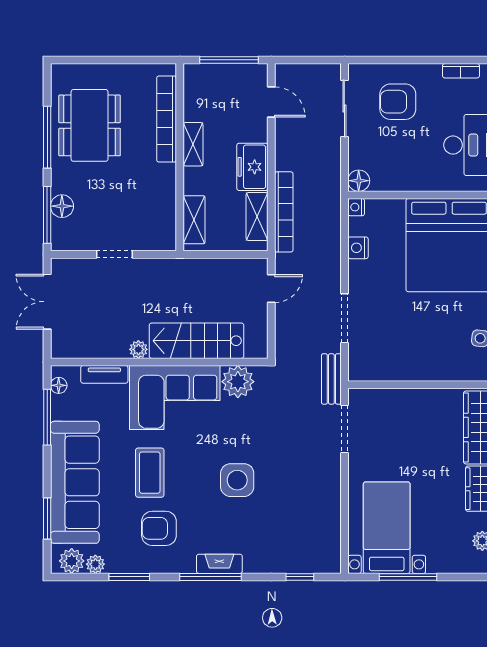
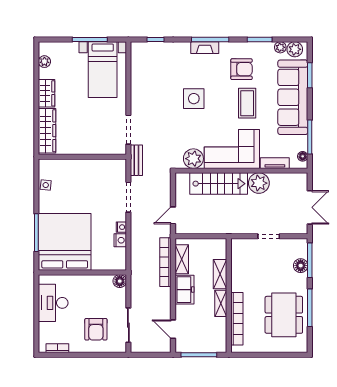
armchair: (398, 102) -> (96, 329), turned 90
nightstand: (356, 207) -> (121, 227), moved
shelving: (194, 220) -> (220, 274), moved
plant: (138, 349) -> (259, 183), width x1.88, depth x1.88

